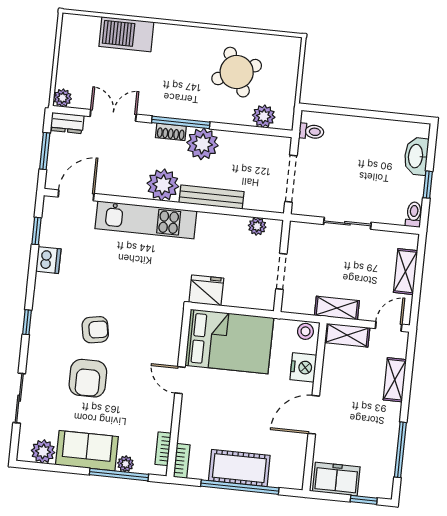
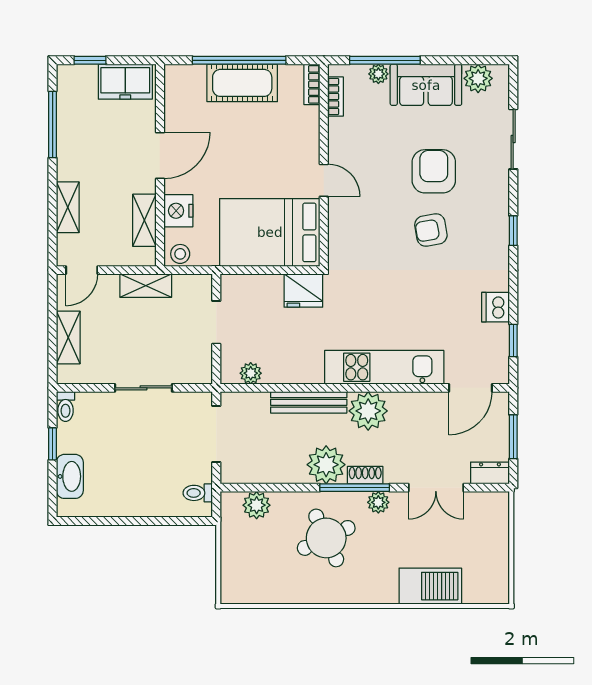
round table: (237, 72) -> (326, 538), moved
plant: (63, 98) -> (378, 502), moved
shelving: (347, 335) -> (144, 220), moved, turned 90

